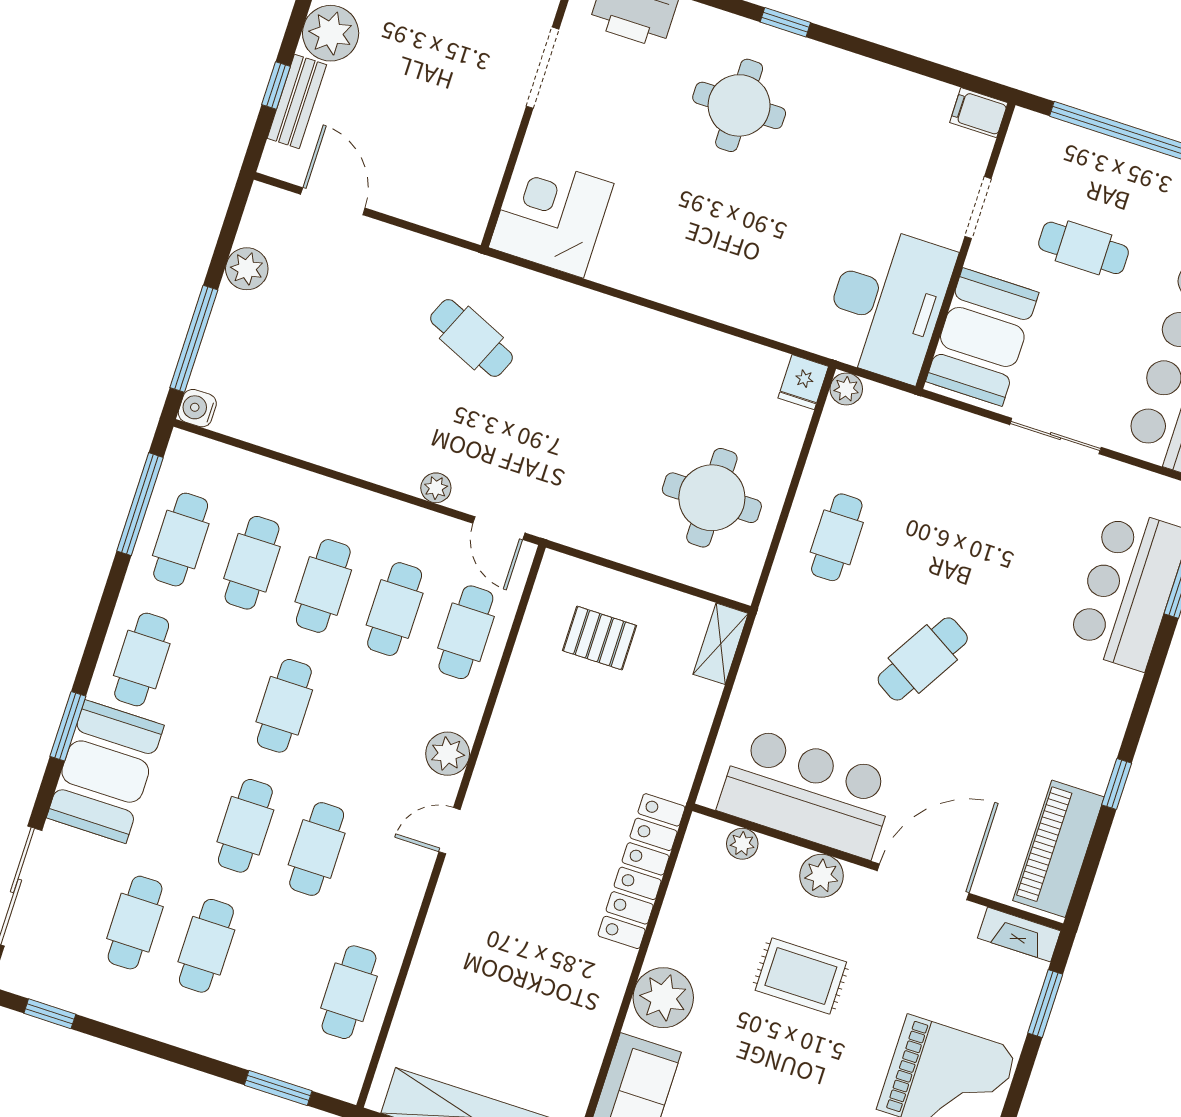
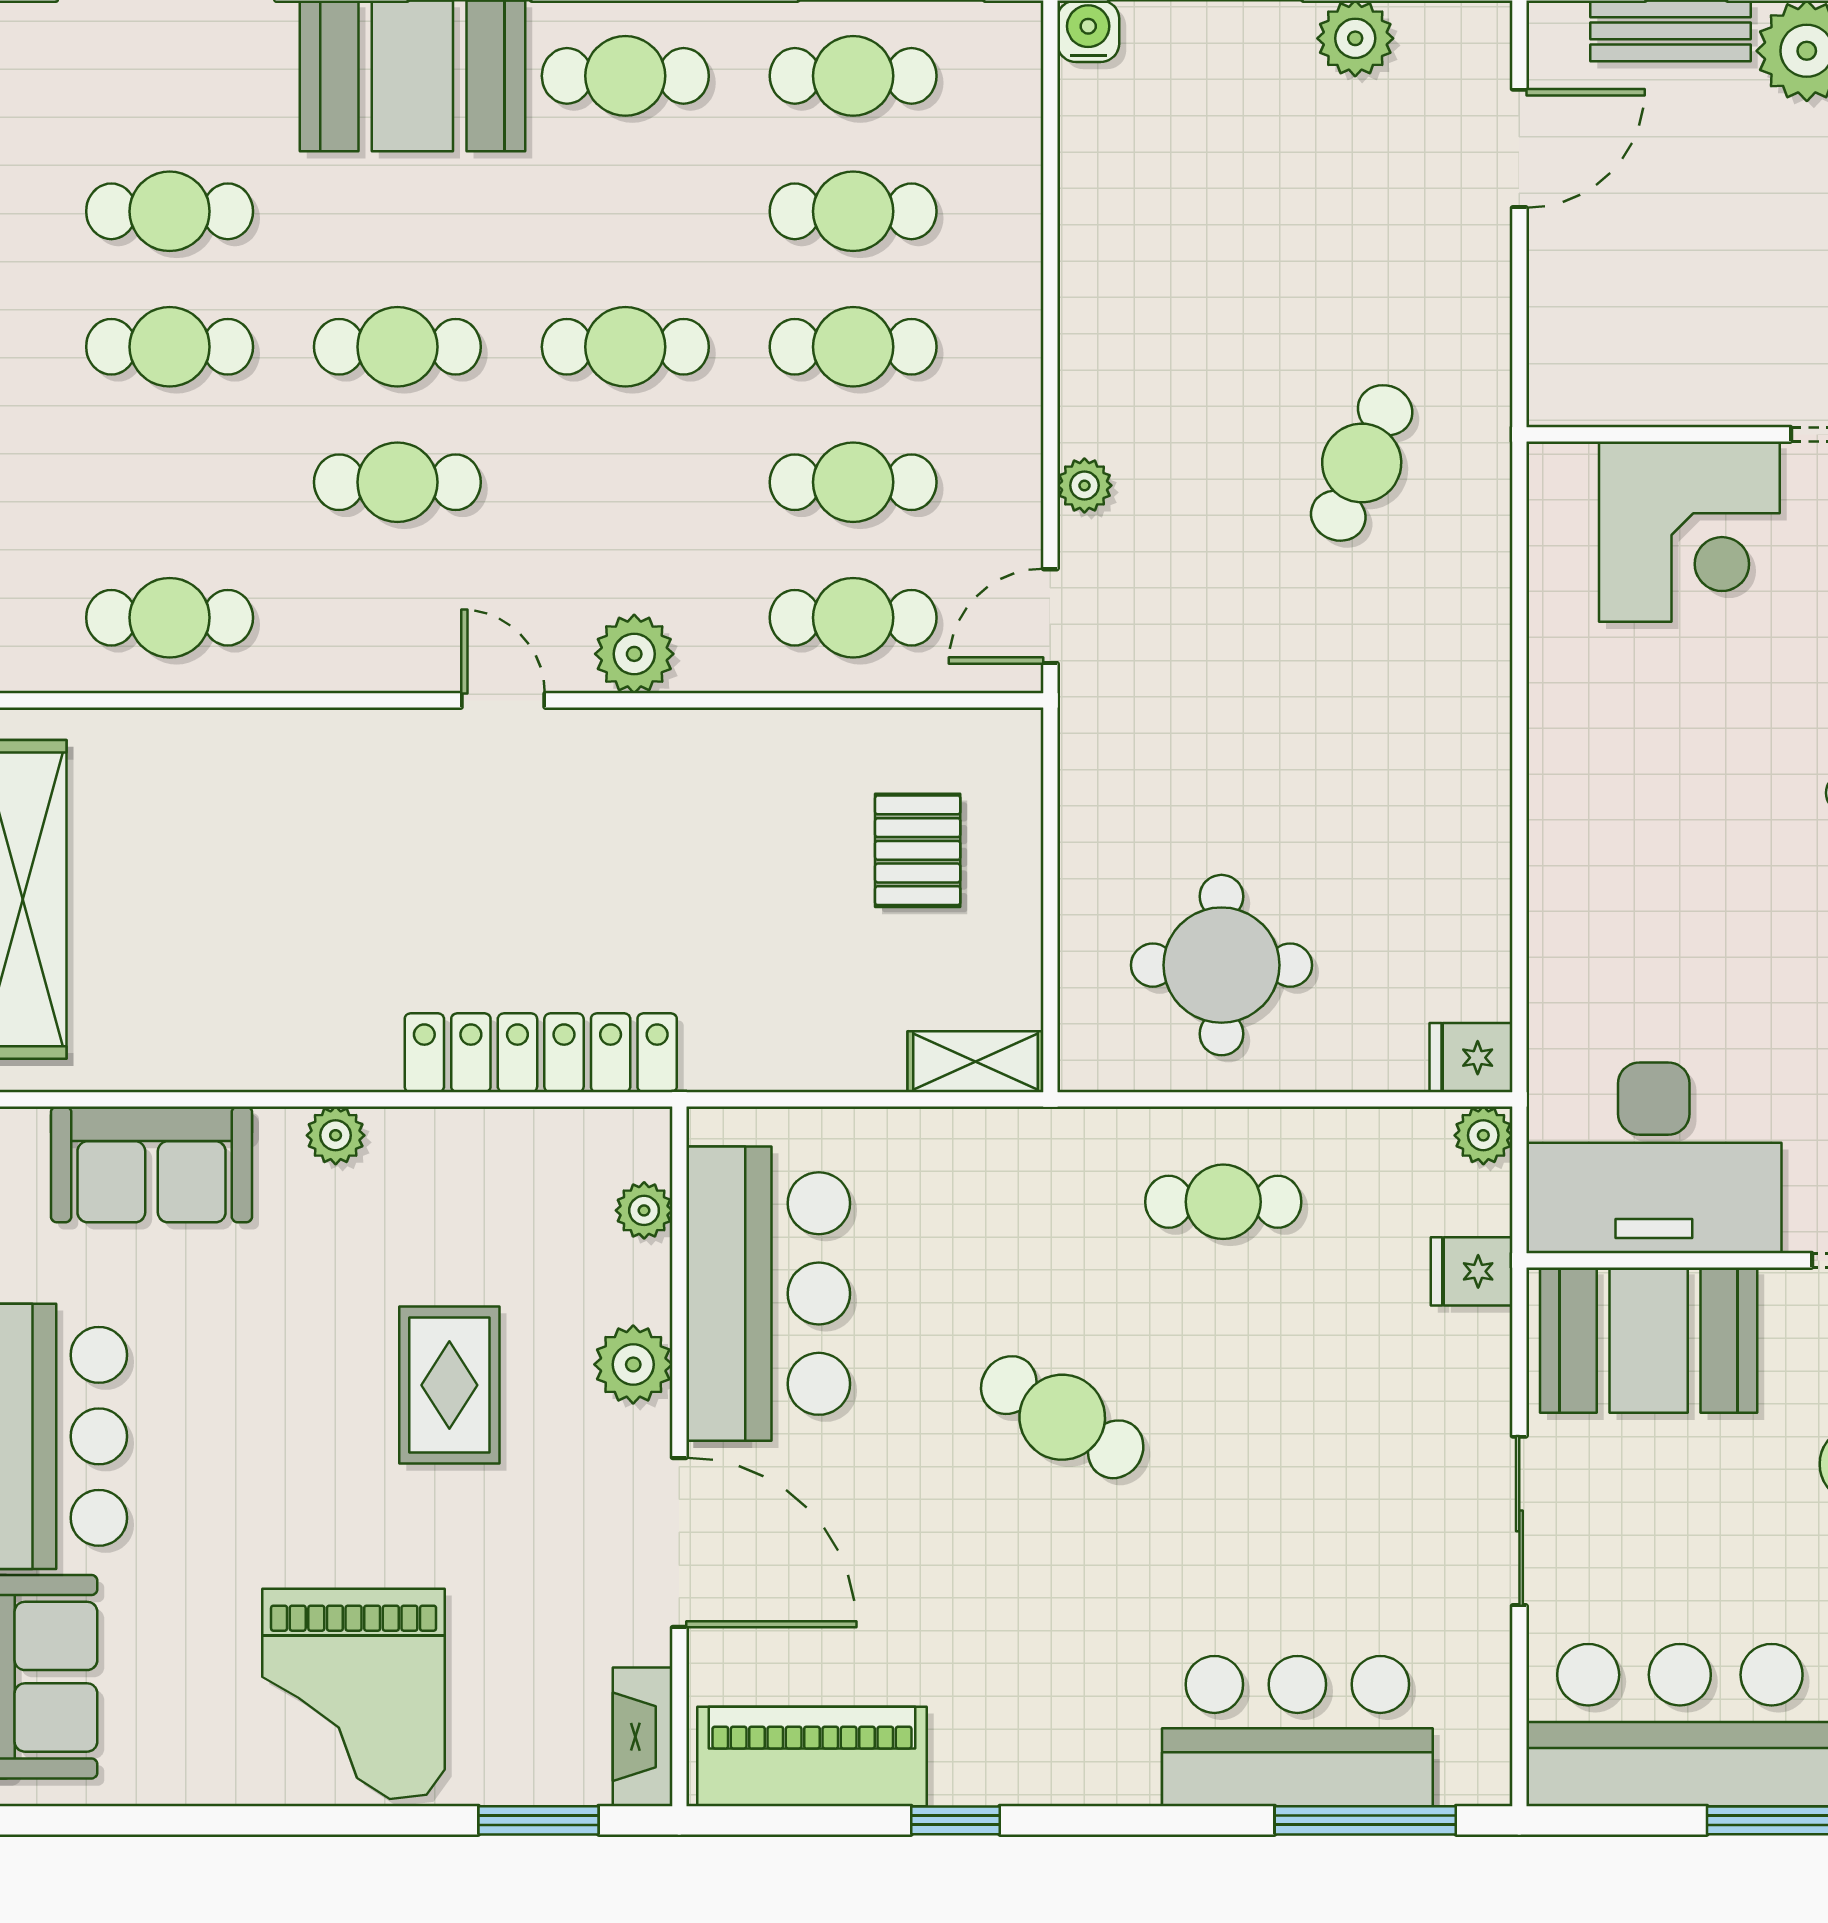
corner desk: (551, 216) -> (1689, 532), moved, turned 90
fridge: (916, 418) -> (1472, 1271), added
plant: (663, 998) -> (336, 1135), width x0.53, depth x0.53

